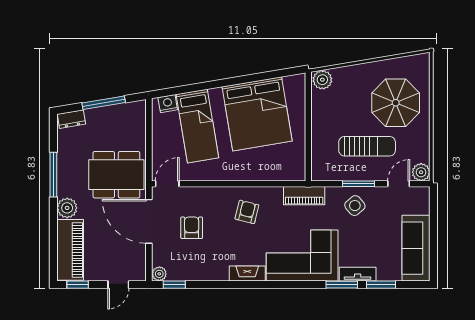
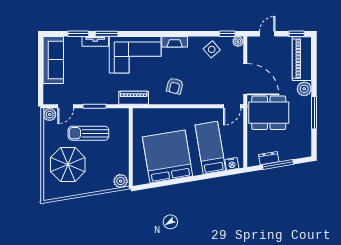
dresser: (71, 119) -> (269, 158), moved
side table: (355, 206) -> (212, 49), moved
armchair: (192, 228) -> (215, 75), removed

